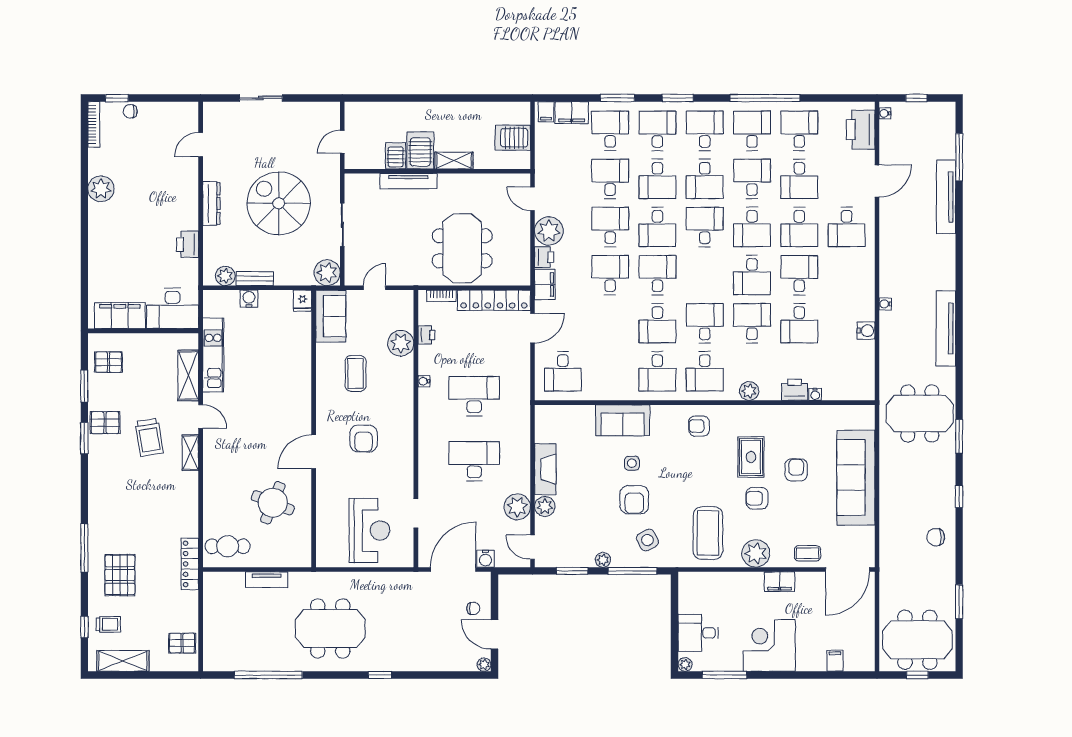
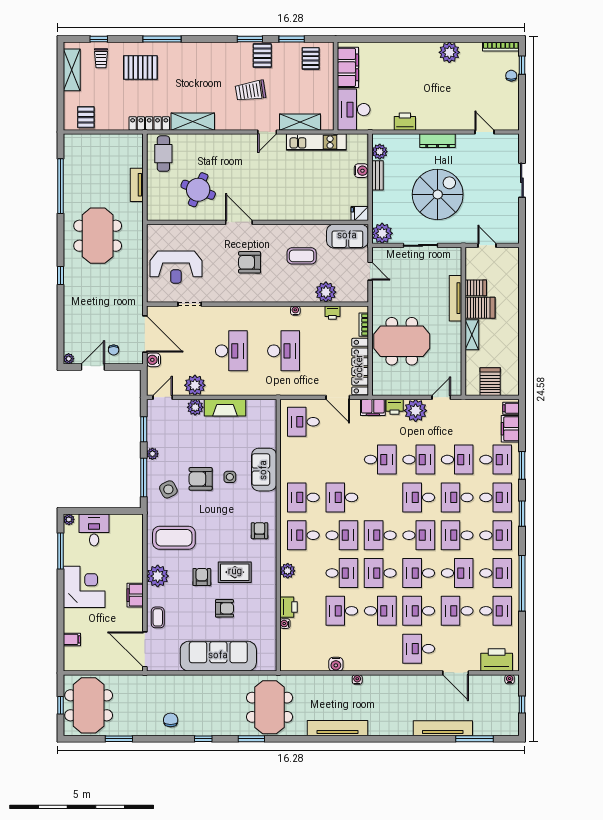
desk: (657, 275) -> (380, 535), moved, turned 180
shelving: (190, 453) -> (193, 122), moved, width x1.50, depth x1.33

